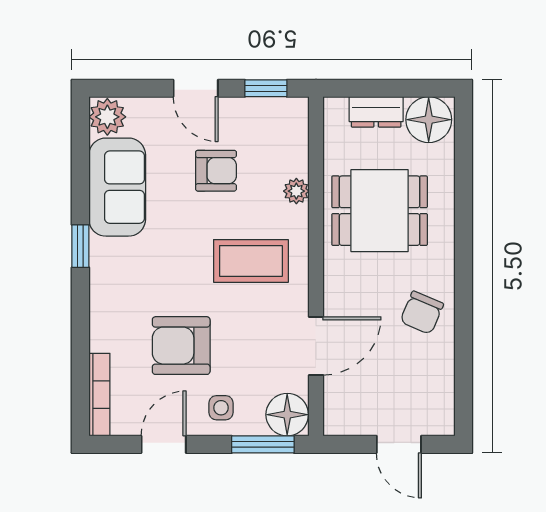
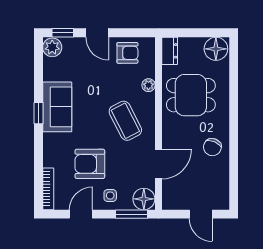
window: (266, 88) -> (63, 33), moved
dresser: (376, 112) -> (170, 51), moved, turned -90
armchair: (216, 171) -> (127, 53), moved
sofa: (117, 187) -> (57, 107), moved
coffee table: (251, 261) -> (125, 121), turned 63

